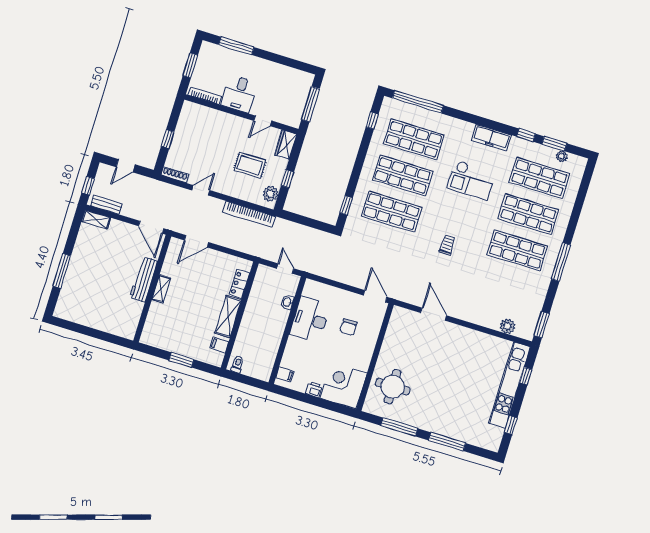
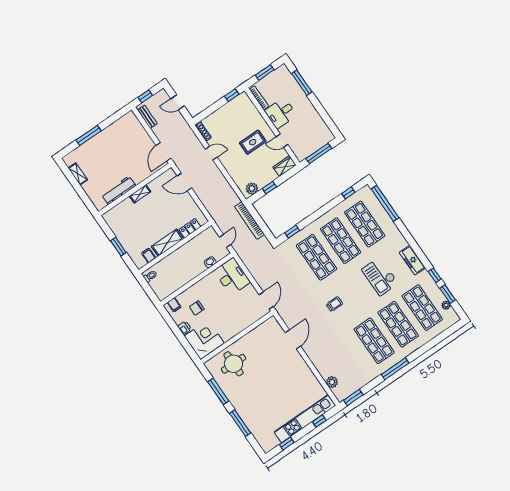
window: (168, 139) -> (232, 95), moved
rug: (250, 165) -> (253, 142), moved, turned 90
bookcase: (249, 214) -> (250, 220), moved
shelving: (96, 220) -> (78, 174), moved
workbench: (144, 279) -> (119, 190), moved
desk: (310, 320) -> (232, 276), moved, turned 90
chair: (348, 327) -> (197, 308), moved

